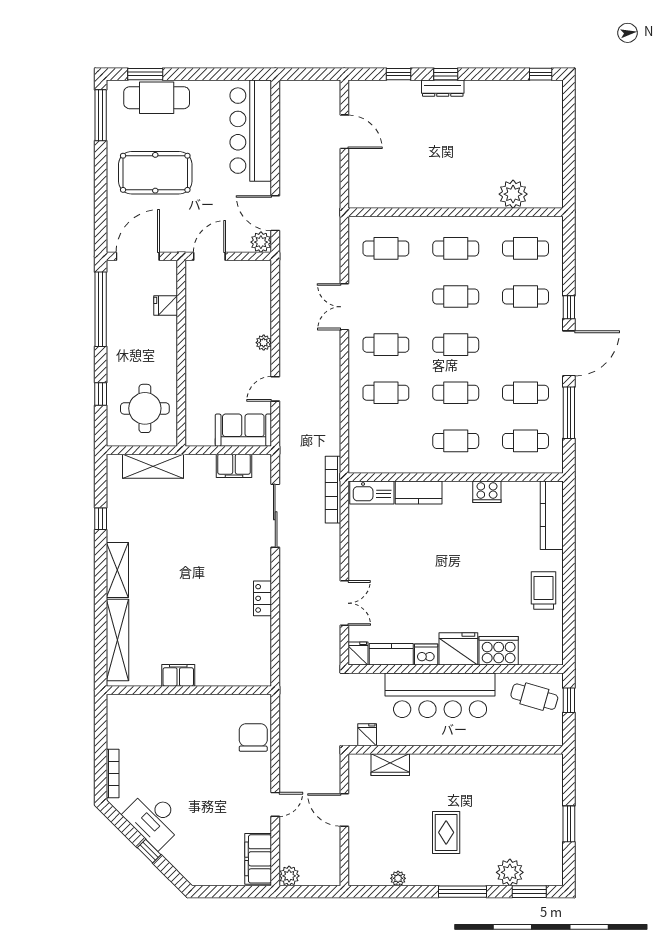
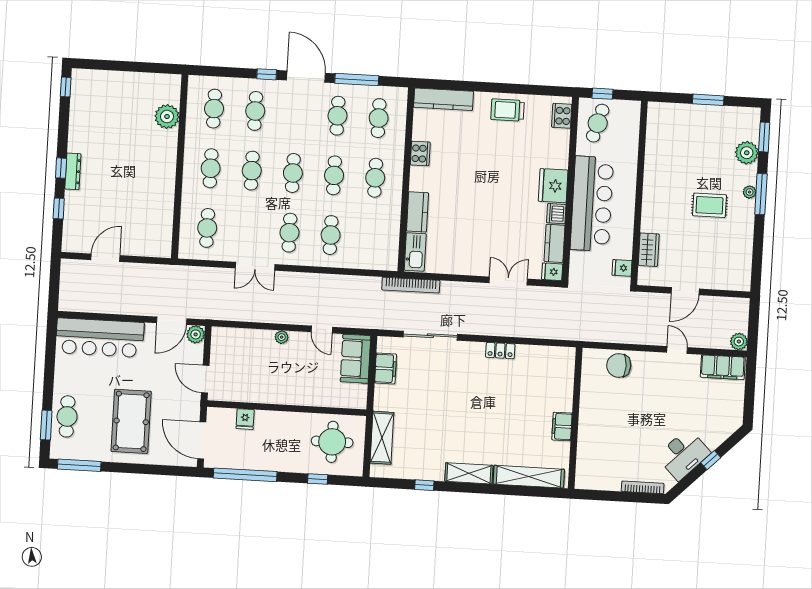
cafe table: (157, 98) -> (67, 416), width x0.73, depth x0.74
cooker: (499, 651) -> (562, 116), moved, width x0.73, depth x0.76
plant: (398, 878) -> (750, 192), moved

